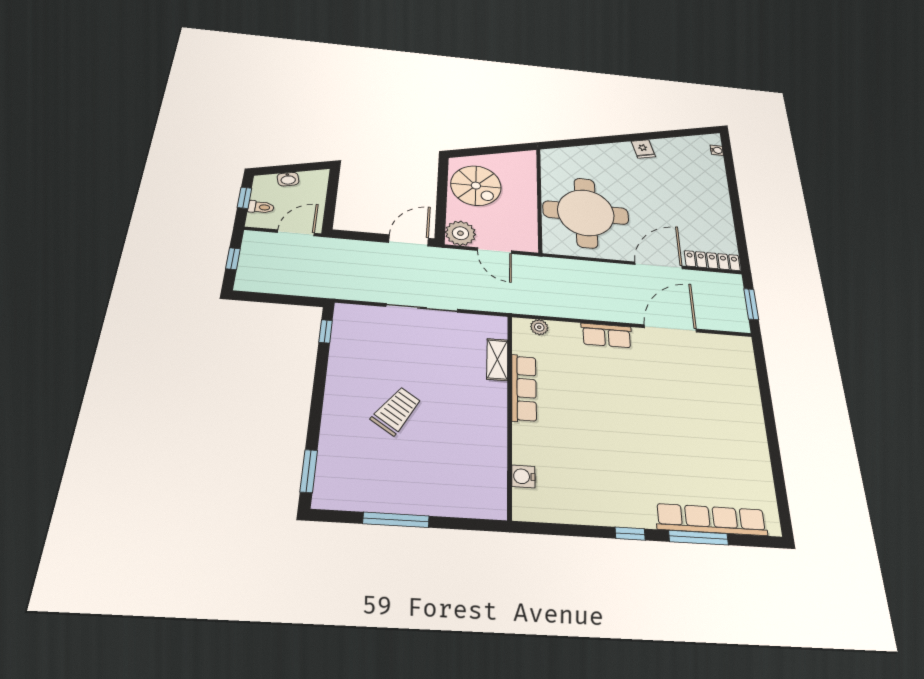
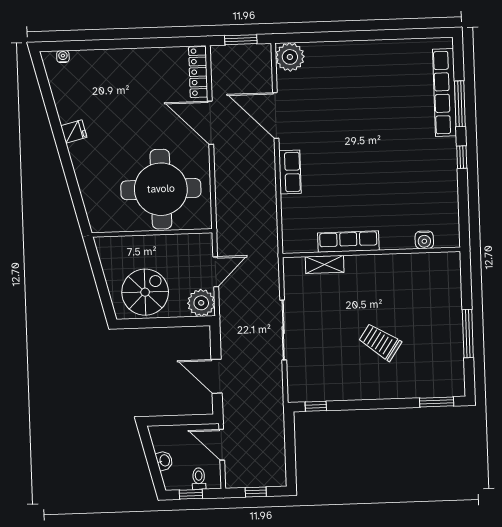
door: (409, 240) -> (217, 376), moved
plant: (539, 327) -> (290, 57), moved, width x1.87, depth x1.87

